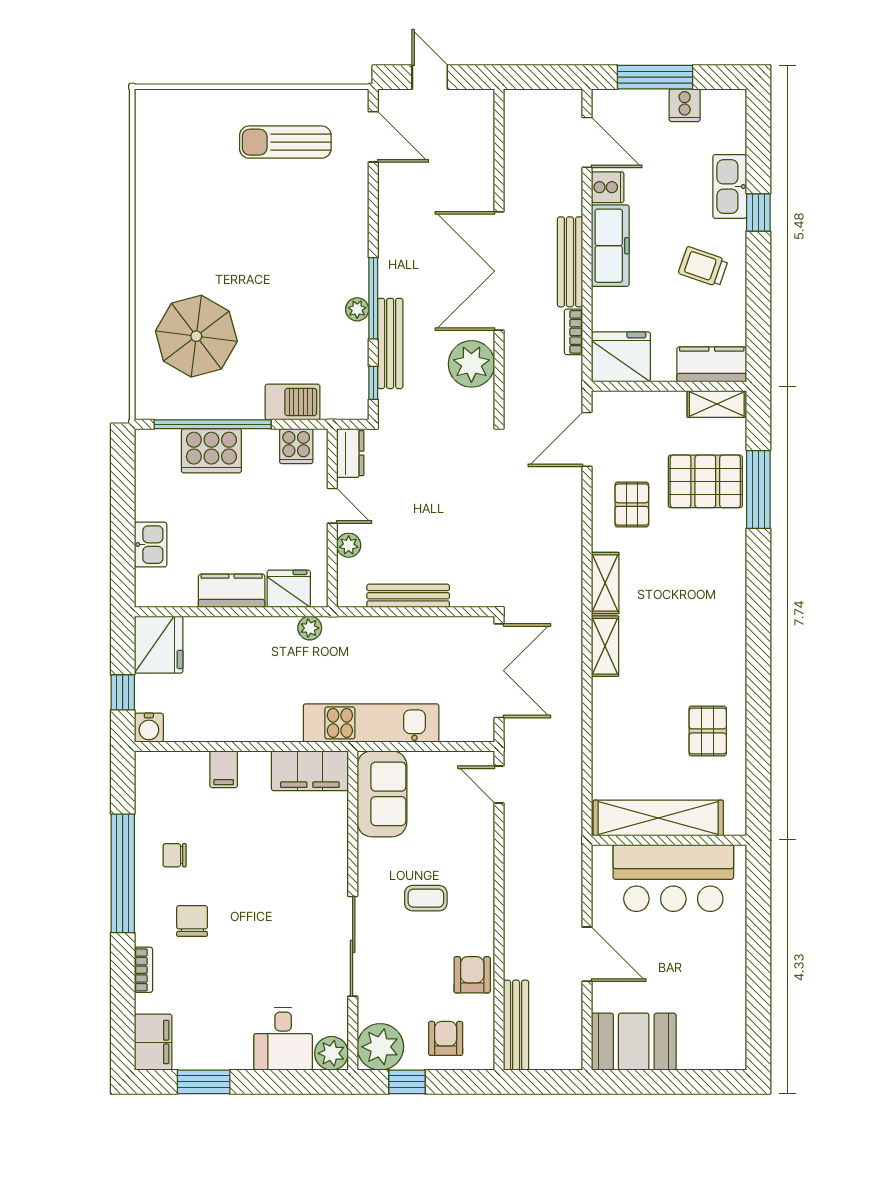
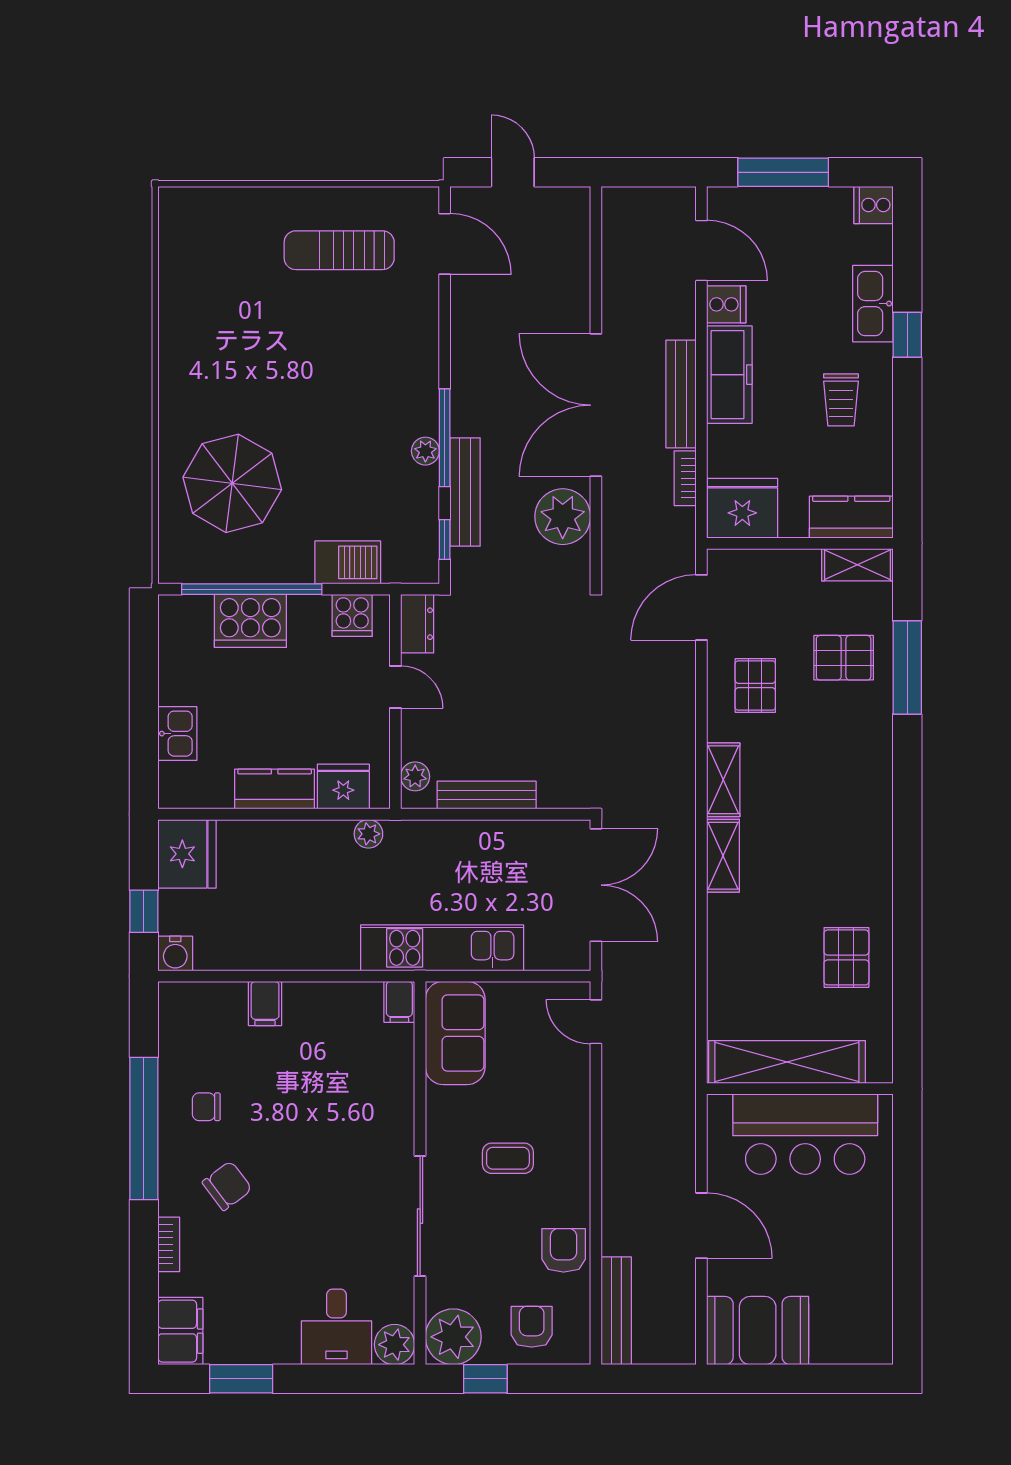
cooker: (685, 105) -> (874, 205), moved, turned 90
trolley: (703, 267) -> (841, 400), turned -109
pallet: (705, 481) -> (844, 658), width x0.67, depth x0.71
plant: (349, 545) -> (415, 776), moved
filing cabinet: (310, 771) -> (399, 1002), width x0.33, depth x0.86
chair: (192, 921) -> (227, 1186), turned 53

